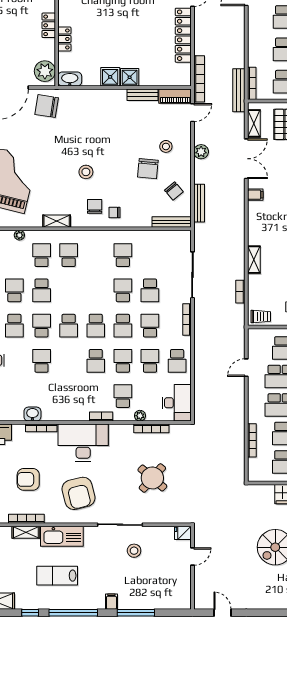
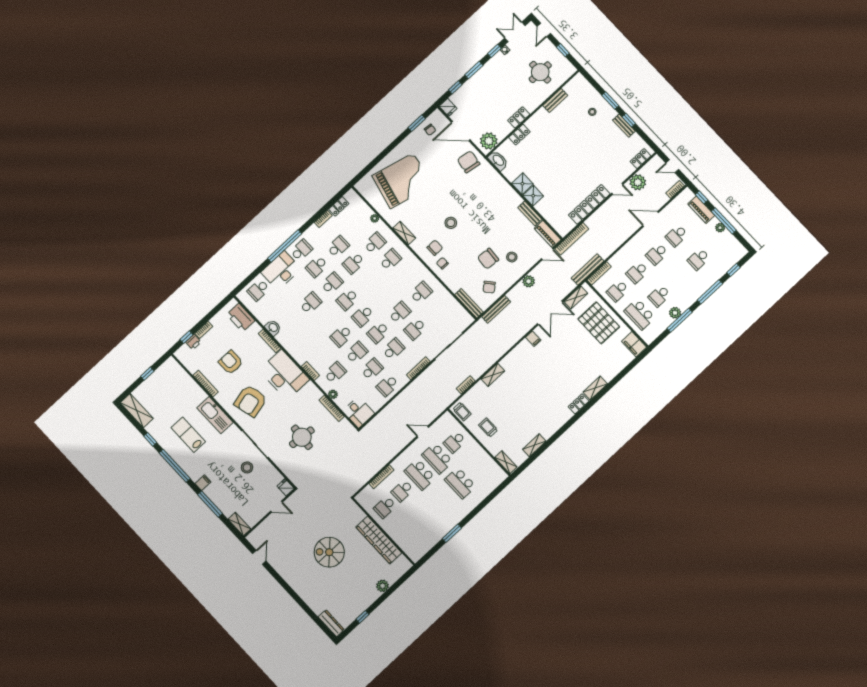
desk: (177, 403) -> (359, 412), width x0.73
round table: (152, 478) -> (302, 437), turned -36
shelving: (26, 532) -> (239, 524), moved

